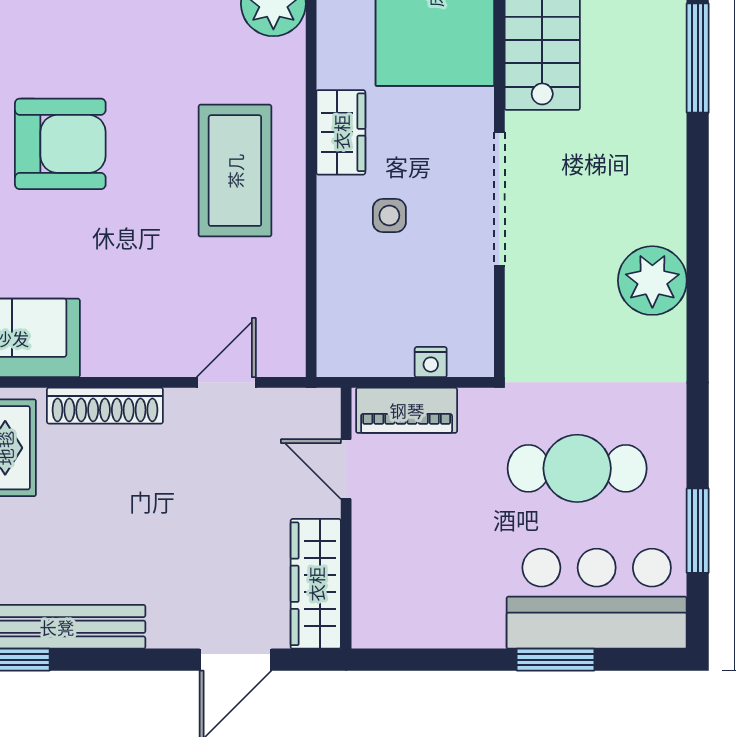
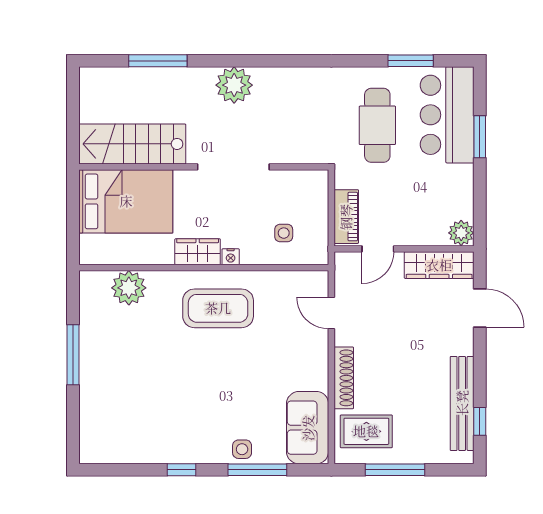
armchair: (60, 144) -> (204, 402), removed
side table: (389, 216) -> (284, 233), moved
plant: (652, 281) -> (234, 85), moved
nightstand: (431, 362) -> (231, 257), moved, turned 90
plant: (376, 625) -> (461, 233), added

